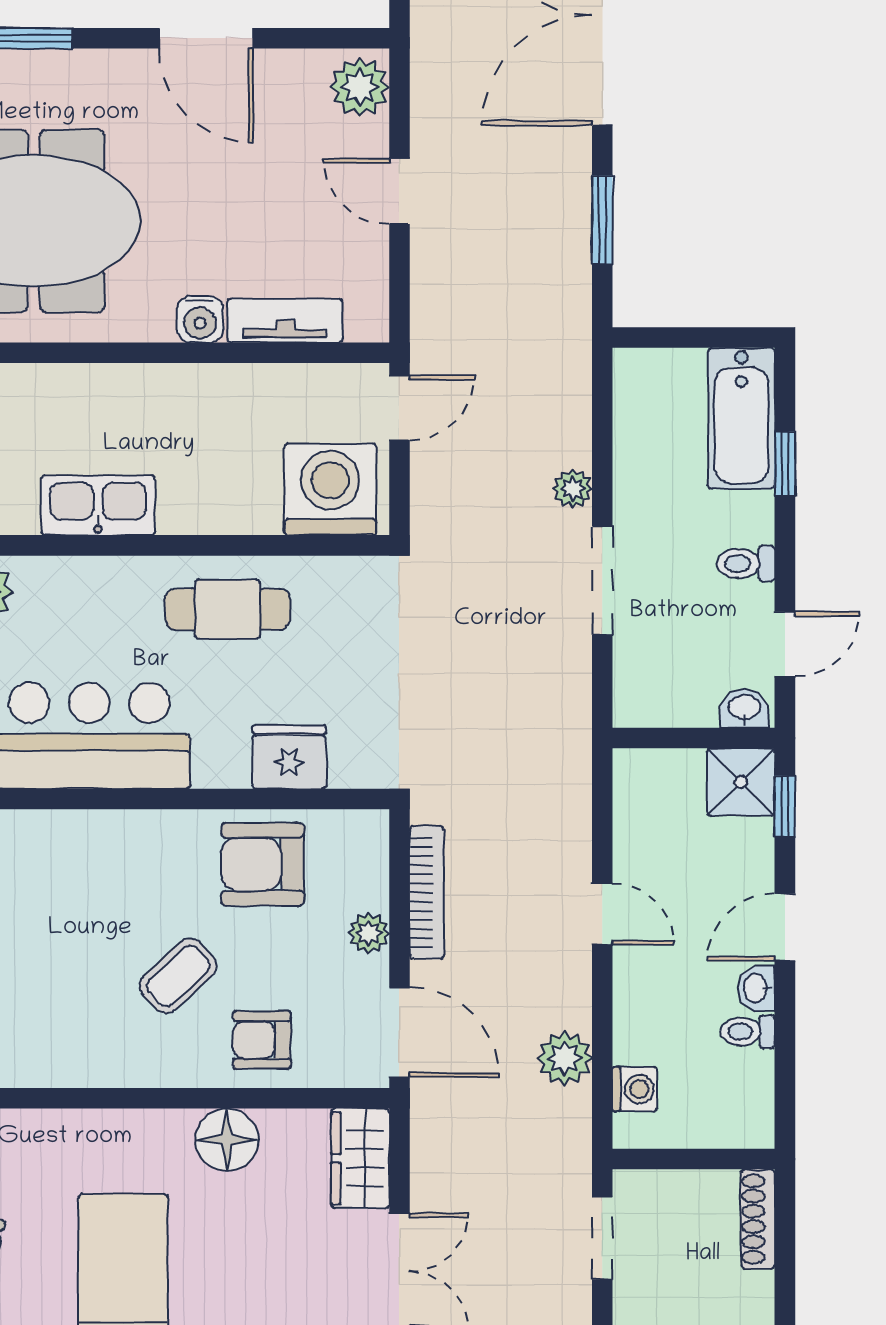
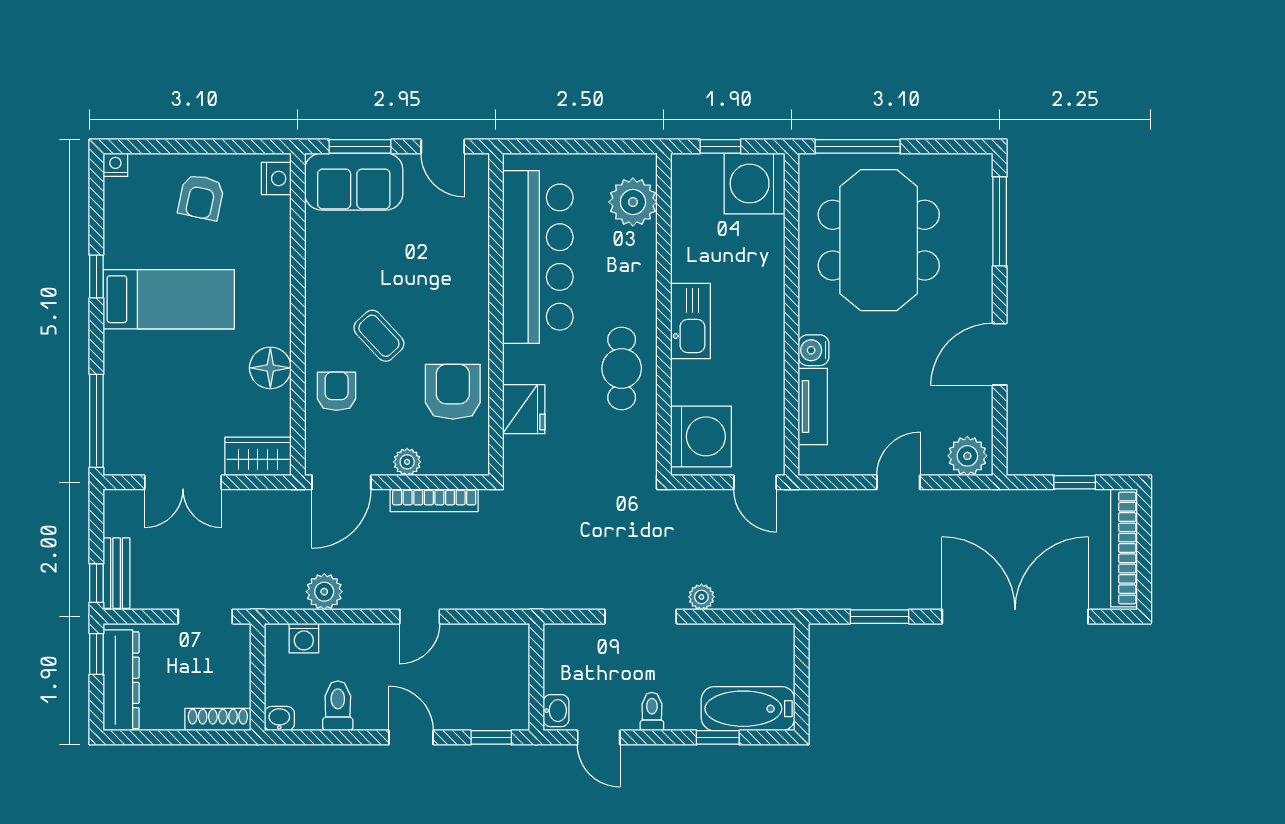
kitchen sink: (98, 505) -> (690, 321), moved
shower: (741, 782) -> (507, 708), removed
washbasin: (756, 988) -> (279, 719), moved
toilet: (748, 1032) -> (338, 706), width x1.37, depth x1.39

